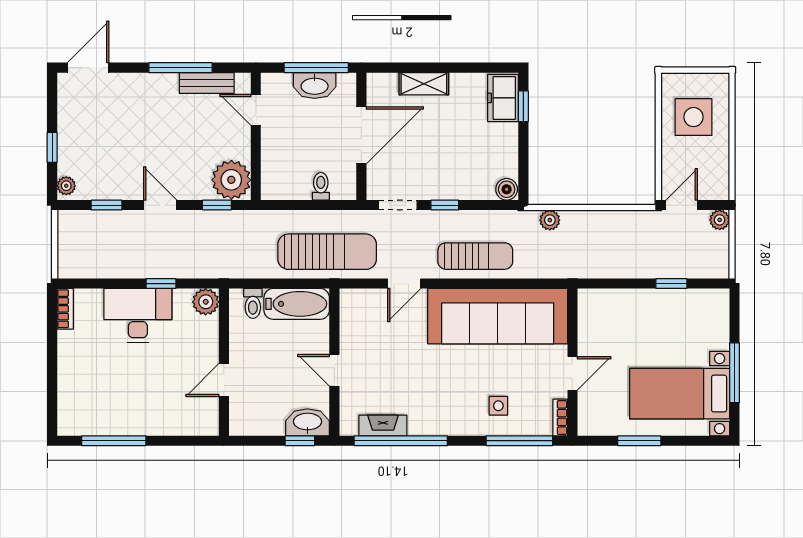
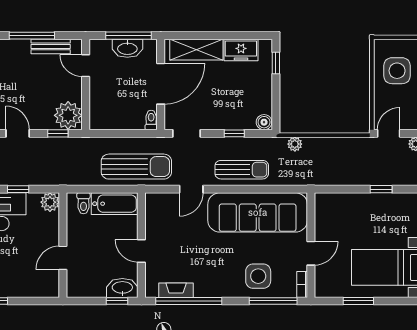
shelving: (424, 84) -> (196, 50), width x1.50, depth x1.33
freezer: (503, 98) -> (241, 50), moved, turned -90
toilet: (321, 186) -> (151, 120), moved
window: (445, 205) -> (234, 133), moved
side table: (498, 406) -> (258, 276), width x1.87, depth x1.87

